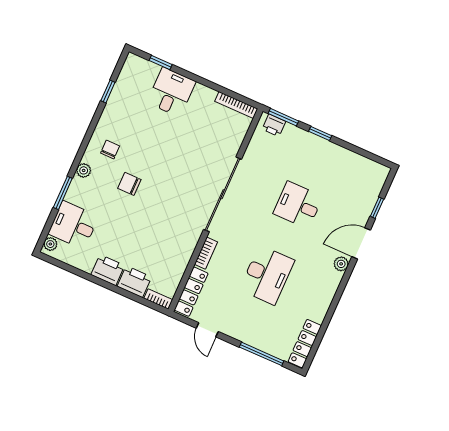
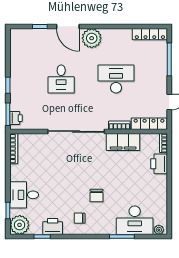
plant: (84, 170) -> (20, 225), moved, width x1.88, depth x1.88
desk: (73, 225) -> (135, 220), width x1.37
filing cabinet: (183, 248) -> (123, 142), added
plant: (341, 264) -> (92, 38), width x1.88, depth x1.88
printer: (108, 270) -> (53, 226), moved, turned 90

